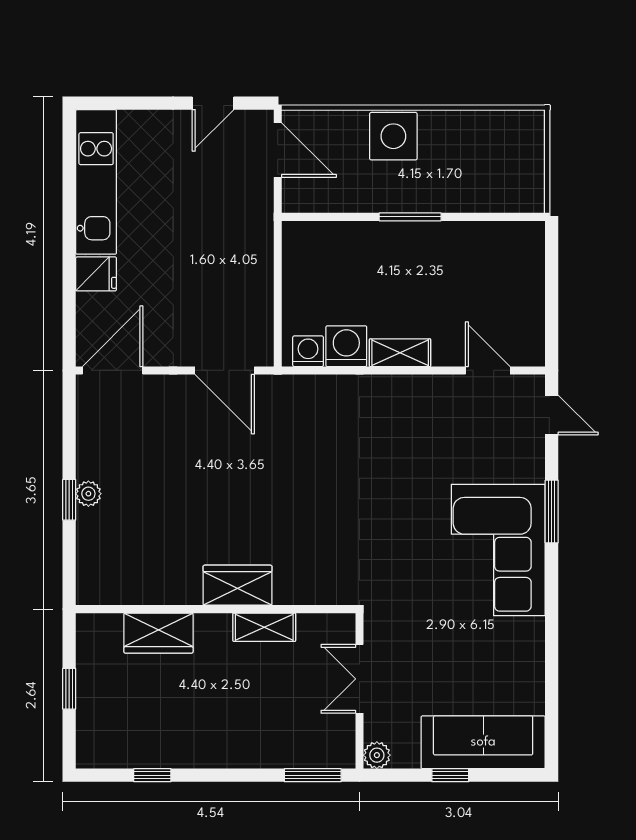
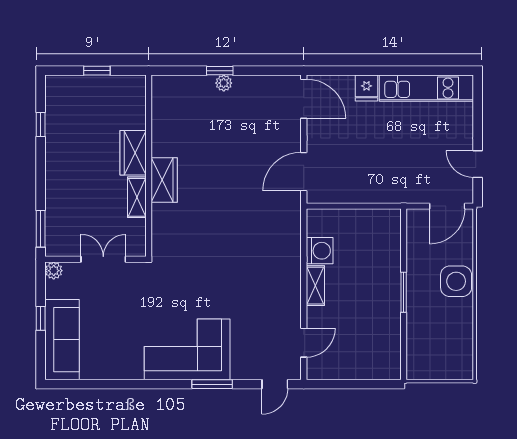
washing machine: (308, 351) -> (316, 226), removed
wardrobe: (158, 633) -> (133, 153), moved

